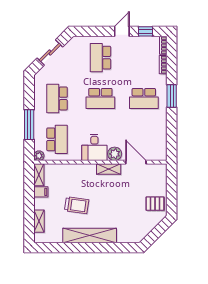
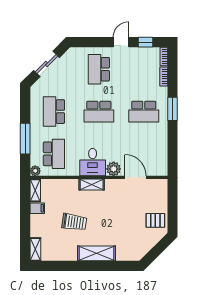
shelving: (109, 169) -> (92, 185), moved
shelving: (39, 221) -> (35, 249), moved
shelving: (90, 236) -> (97, 253), width x0.68

